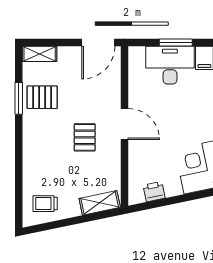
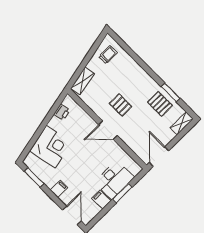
pallet: (42, 97) -> (160, 104), turned 90

